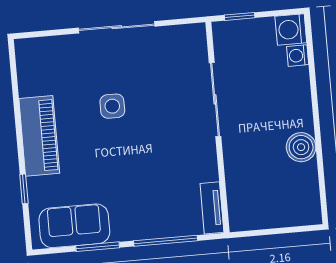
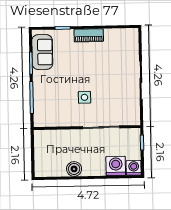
washing machine: (298, 56) -> (116, 166), width x1.89, depth x1.89
side table: (112, 106) -> (84, 97), moved
piano: (39, 136) -> (89, 35), width x0.73, depth x0.75
tv unit: (212, 208) -> (47, 122), removed

